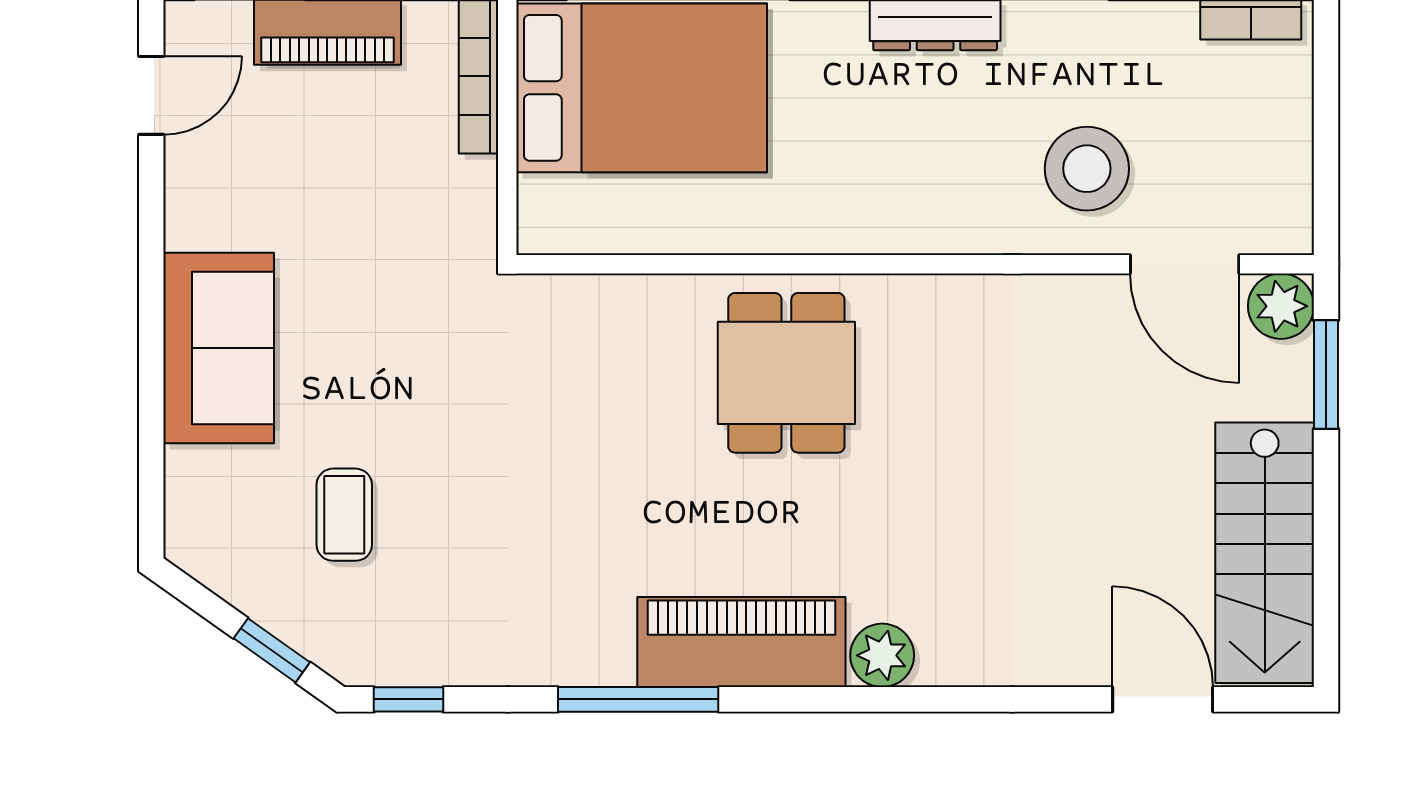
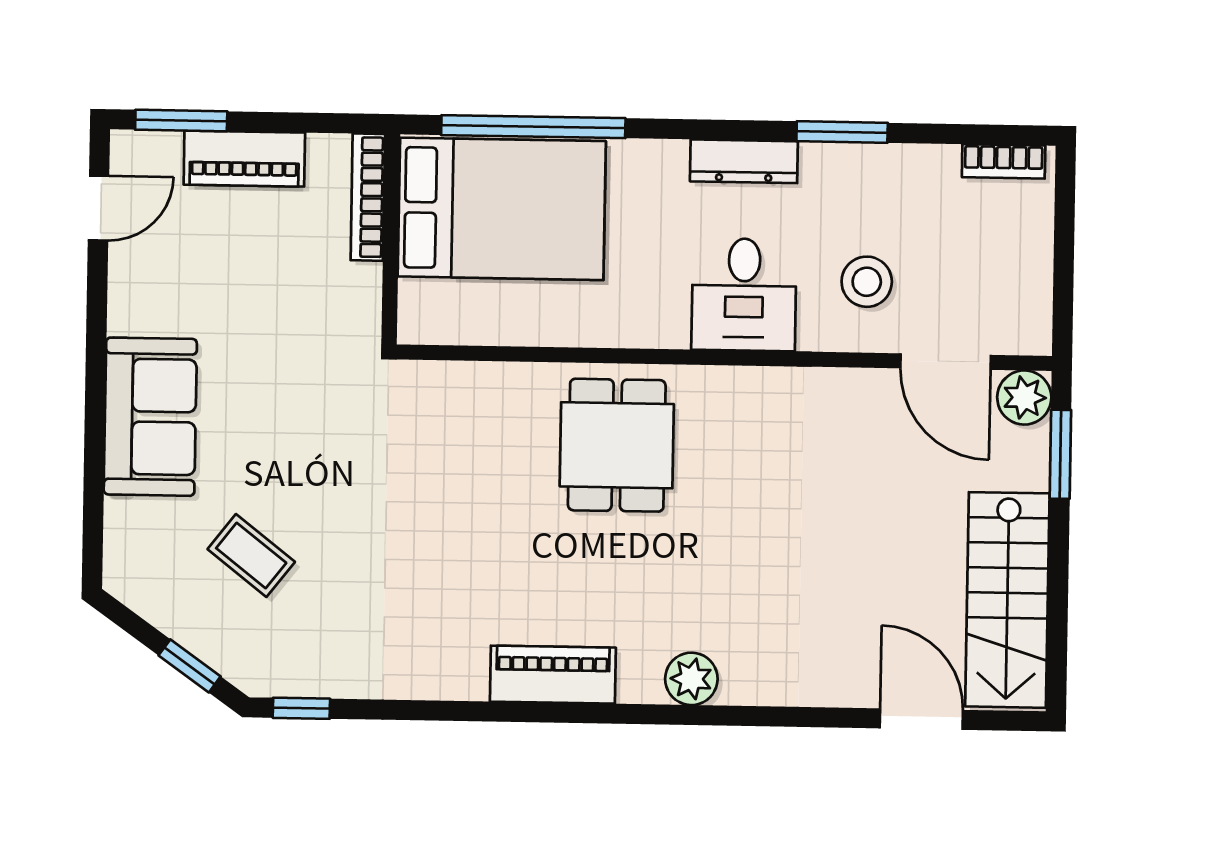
stool: (1087, 169) -> (867, 282), width x0.73, depth x0.73
desk: (938, 187) -> (744, 295), added
coffee table: (344, 515) -> (251, 556), turned -52
piano: (741, 642) -> (553, 675), width x0.73, depth x0.75
window: (638, 699) -> (490, 712), removed

